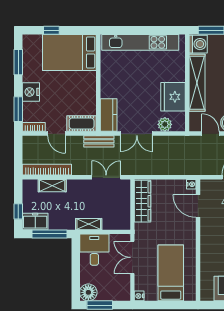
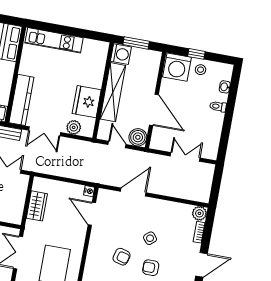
kitchen unit: (140, 42) -> (54, 40), width x0.73
kitchen counter: (109, 115) -> (21, 100), width x1.50
wardrobe: (143, 201) -> (37, 206), width x0.67

